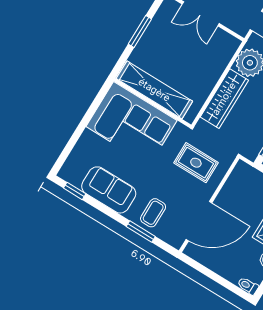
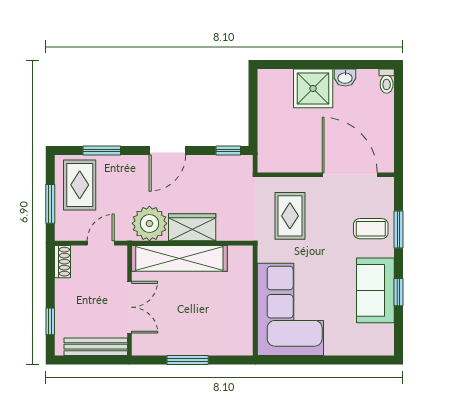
shelving: (154, 90) -> (179, 258), moved, turned 90
wardrobe: (224, 99) -> (192, 227), width x0.67
window: (75, 191) -> (398, 292), moved

